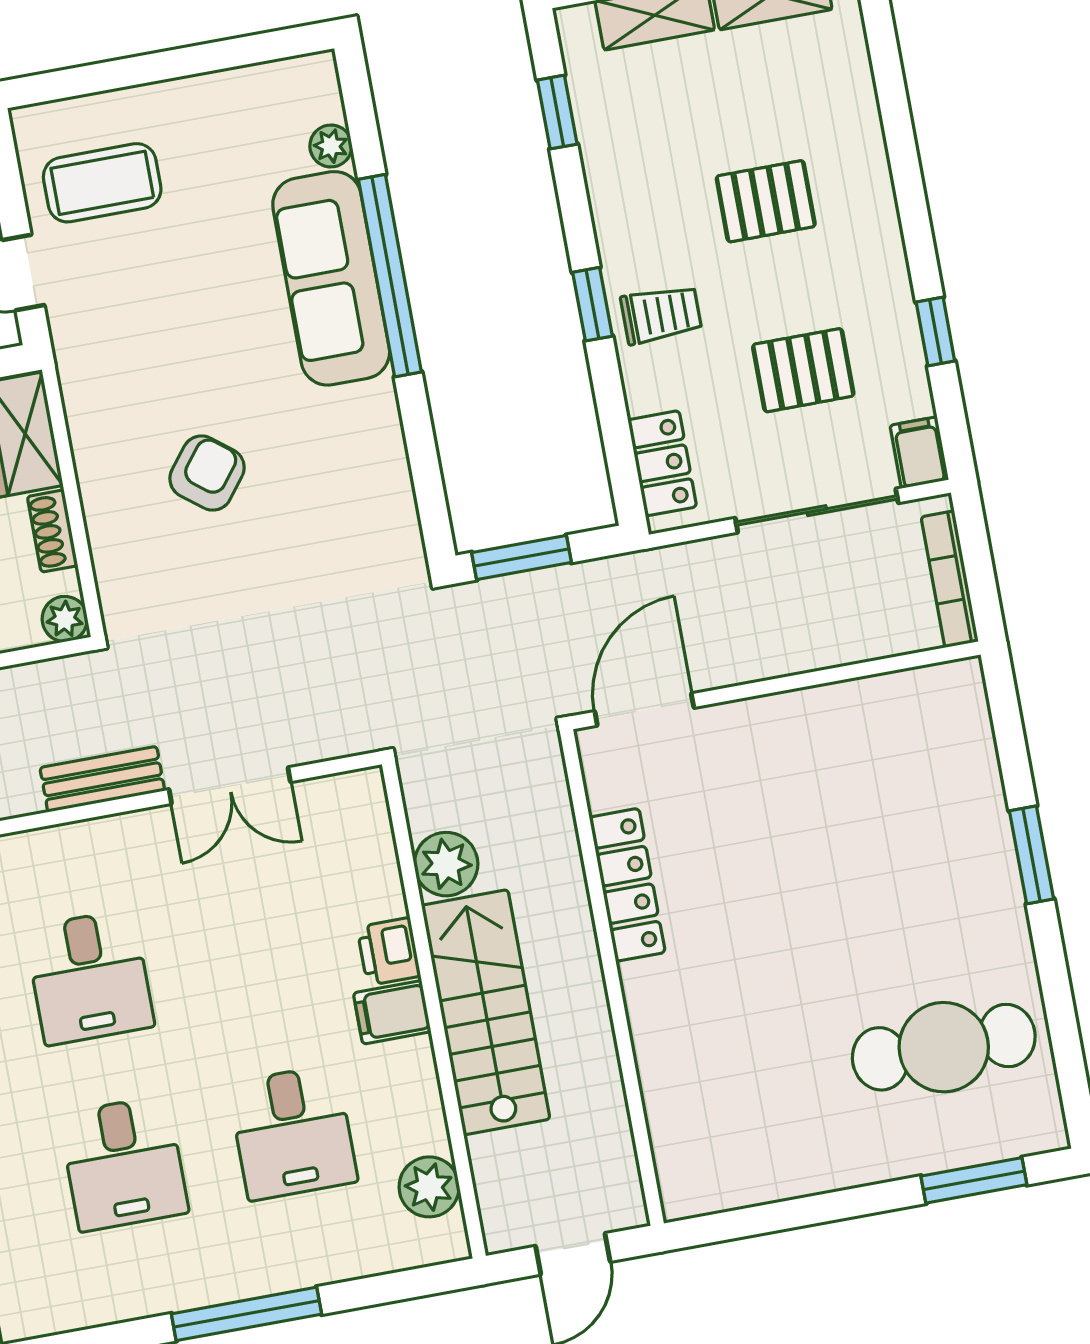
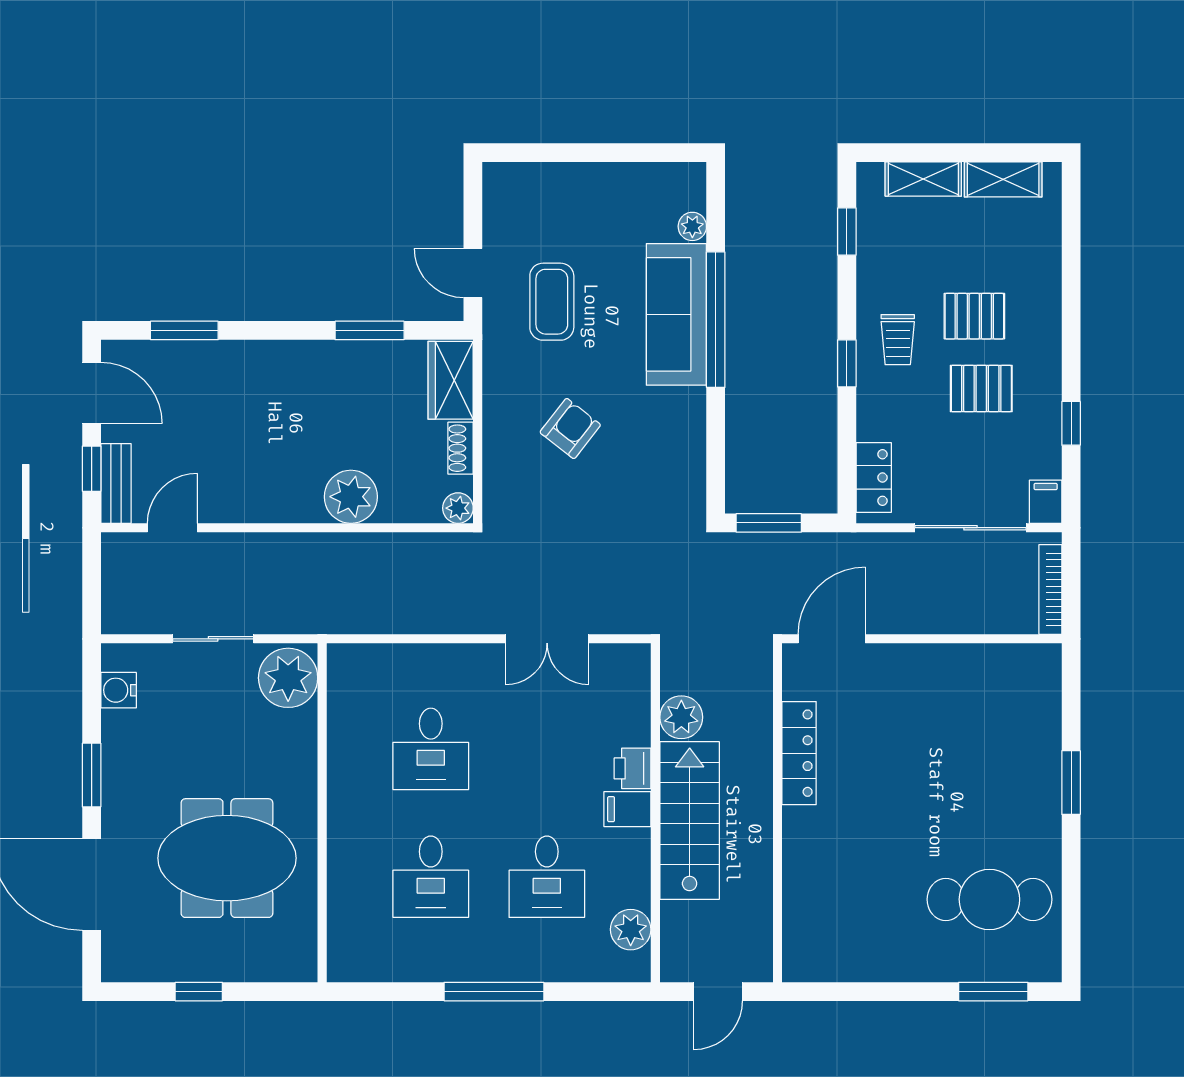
coffee table: (102, 183) -> (552, 302), moved, turned 90
trolley: (661, 314) -> (898, 340), moved, turned 90
pallet: (803, 370) -> (981, 388), moved
bench: (102, 779) -> (463, 619), removed

